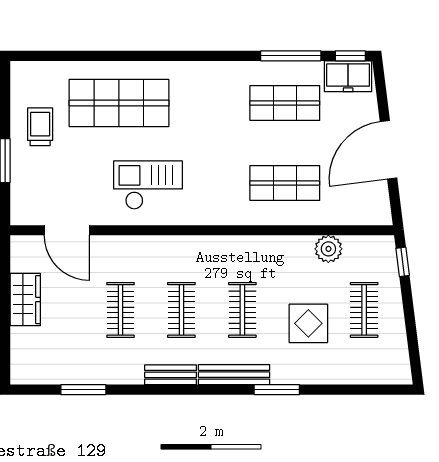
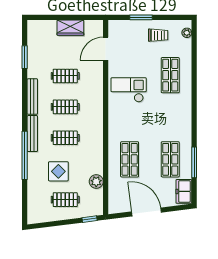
window: (350, 56) -> (194, 193), removed
plant: (36, 70) -> (187, 33), added
shop shelf: (119, 103) -> (170, 75), width x0.70, depth x0.74
checkout: (148, 185) -> (129, 90), turned -90
bench: (171, 375) -> (32, 97), width x1.36
window: (277, 390) -> (25, 155), width x2.11

